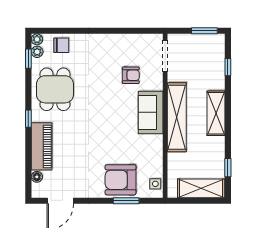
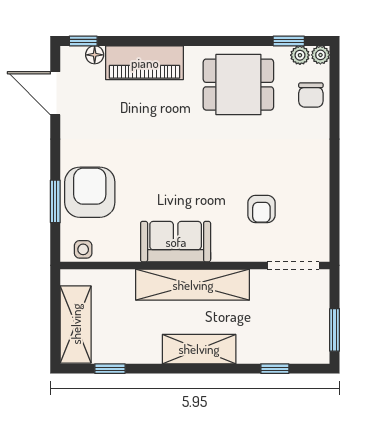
sofa: (151, 112) -> (176, 242), moved
window: (28, 119) -> (83, 41), moved

